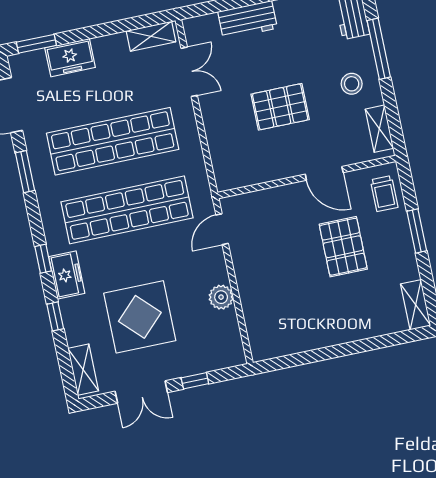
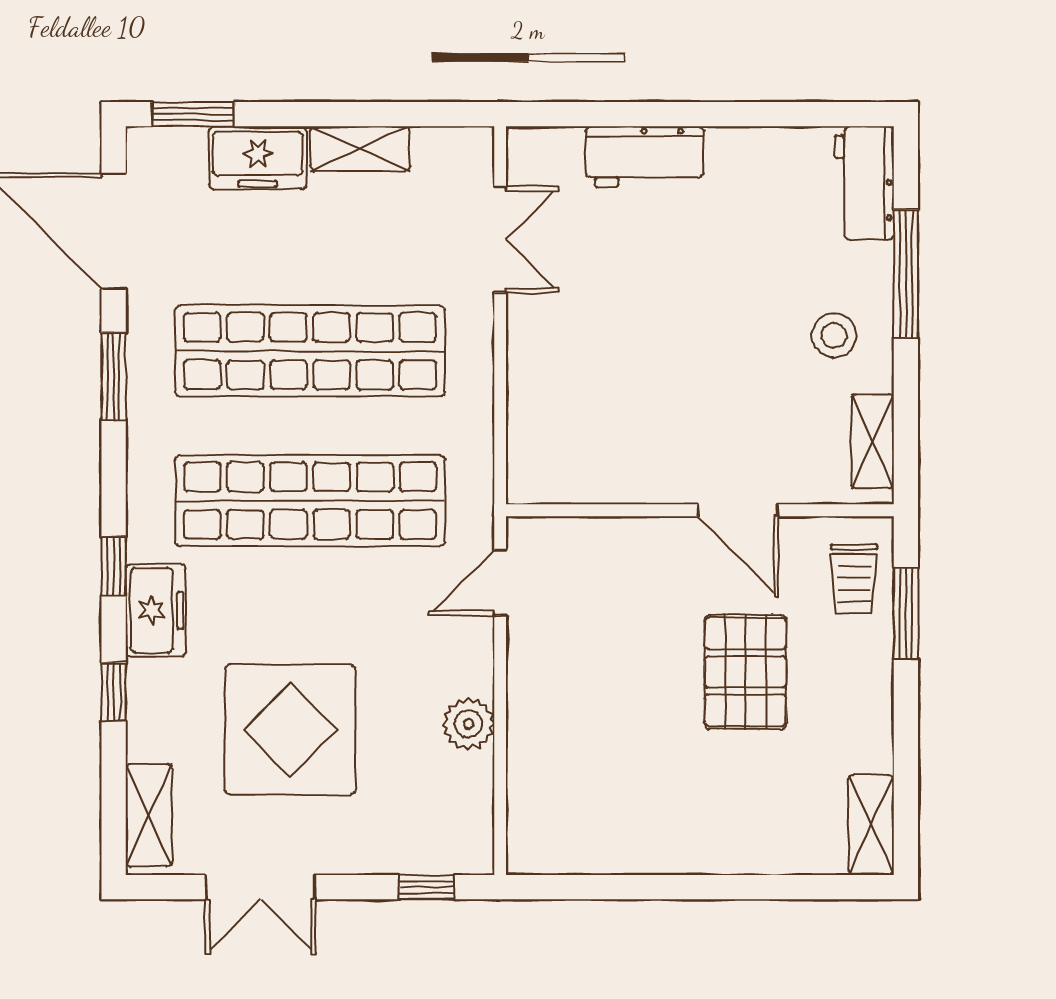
shelving: (151, 36) -> (360, 149), moved
pallet: (280, 107) -> (675, 352), removed
window: (417, 231) -> (906, 614), moved
window: (195, 381) -> (427, 887), moved

